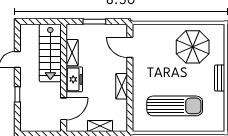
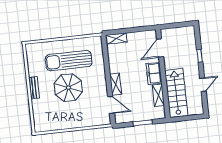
parasol: (193, 47) -> (68, 88), moved
shelving: (122, 86) -> (116, 84), moved
shelving: (100, 126) -> (116, 39), moved

